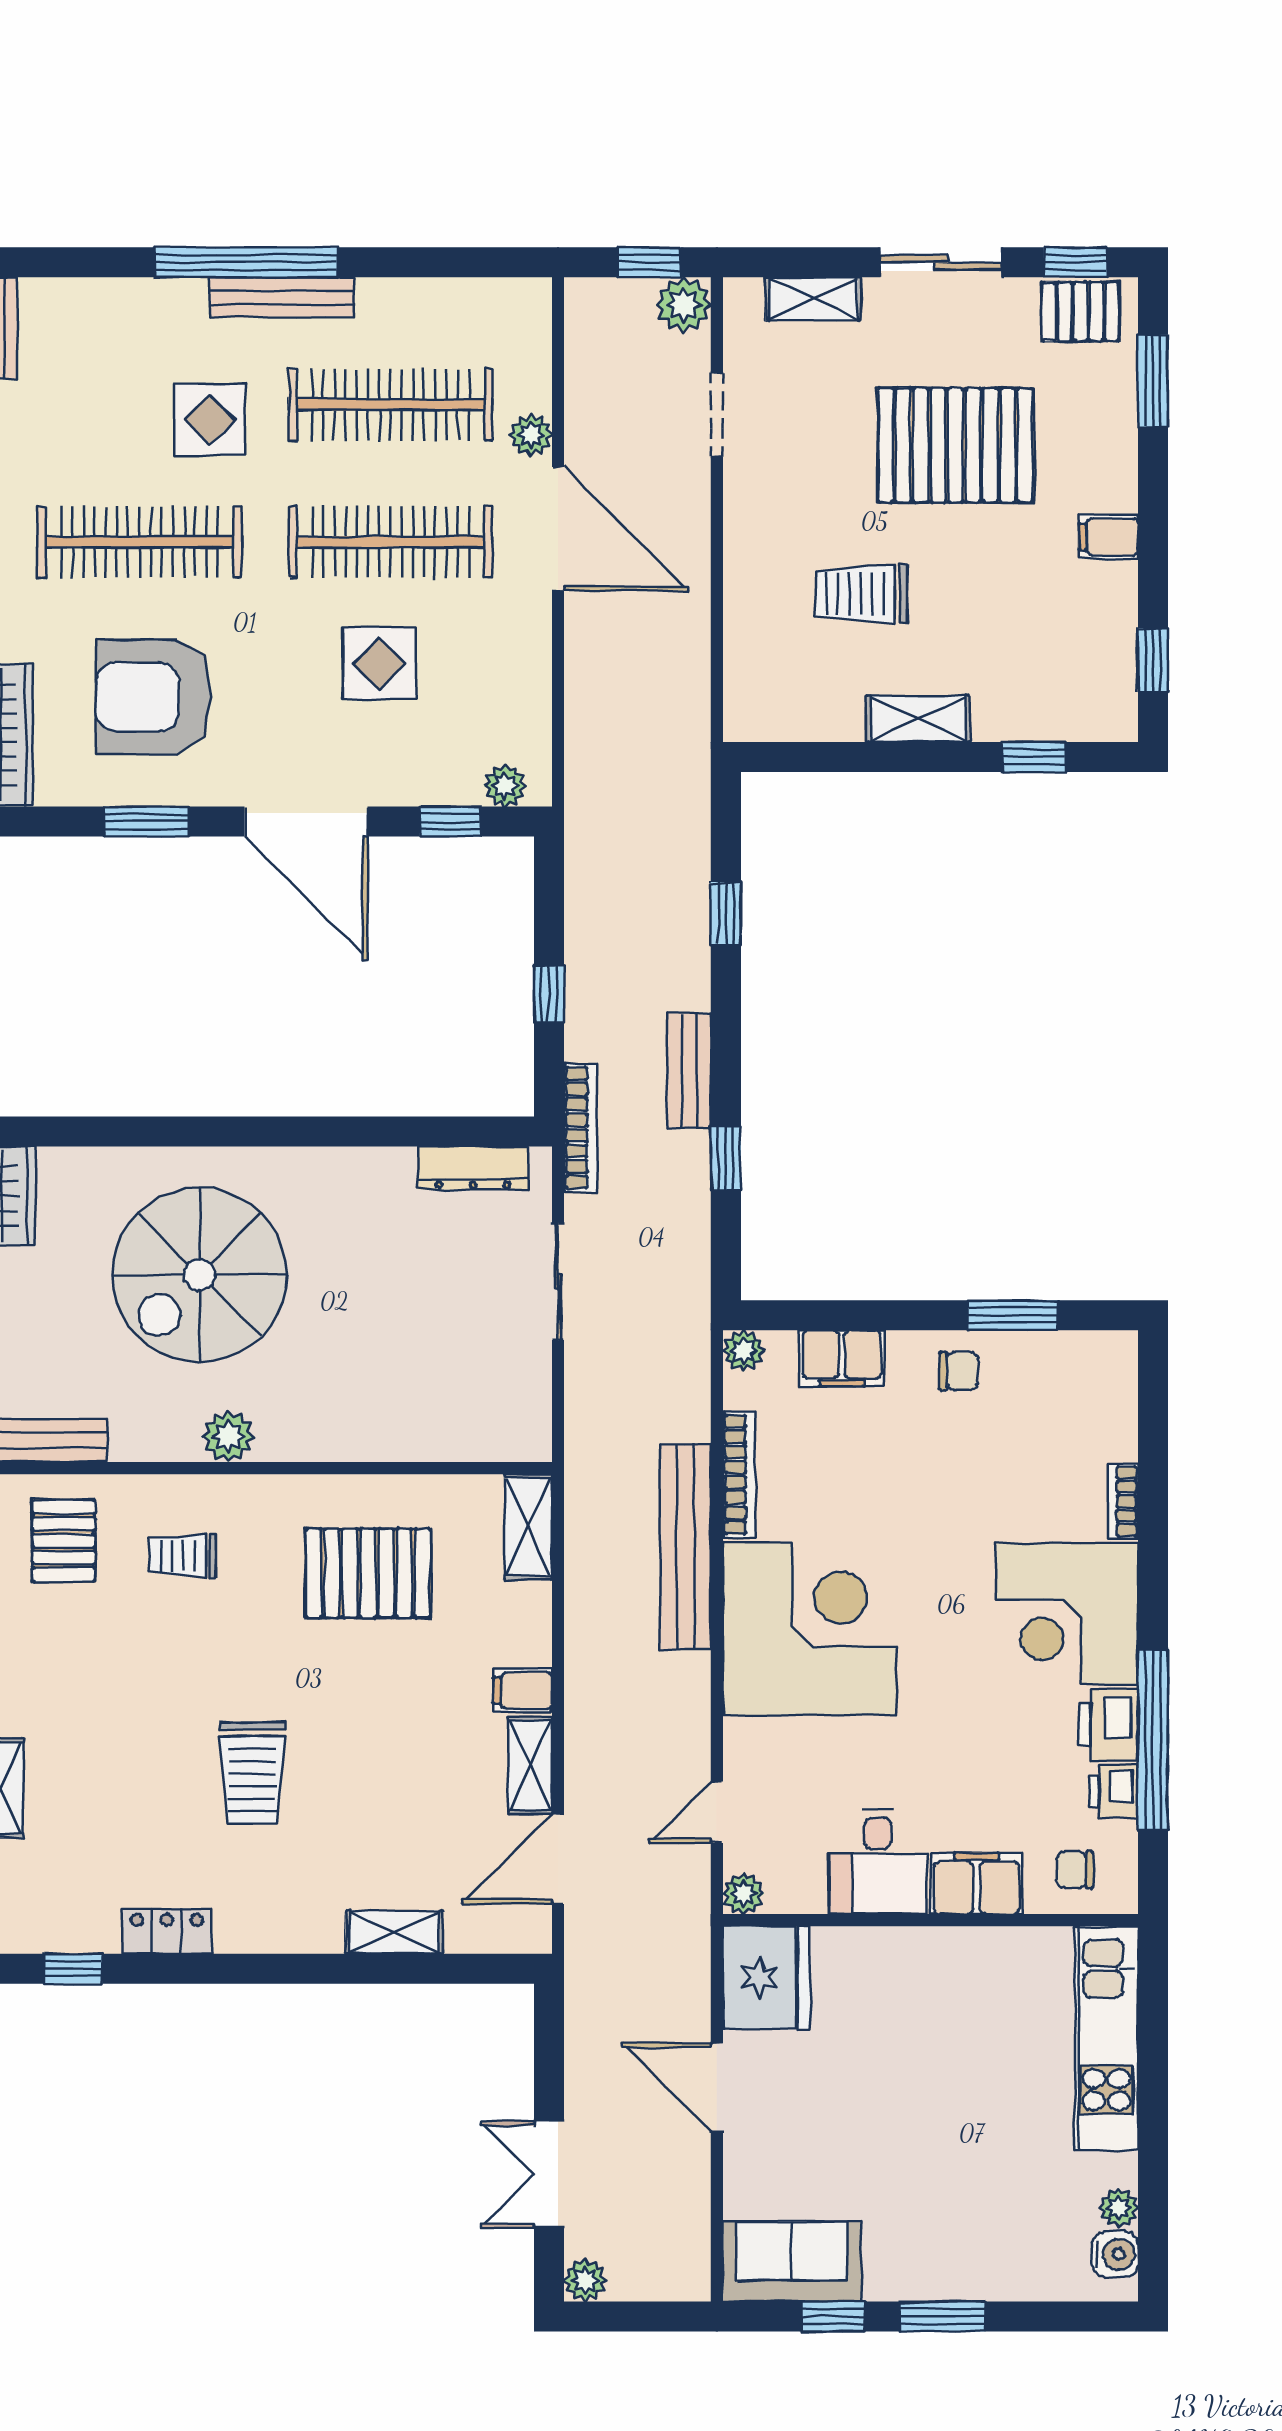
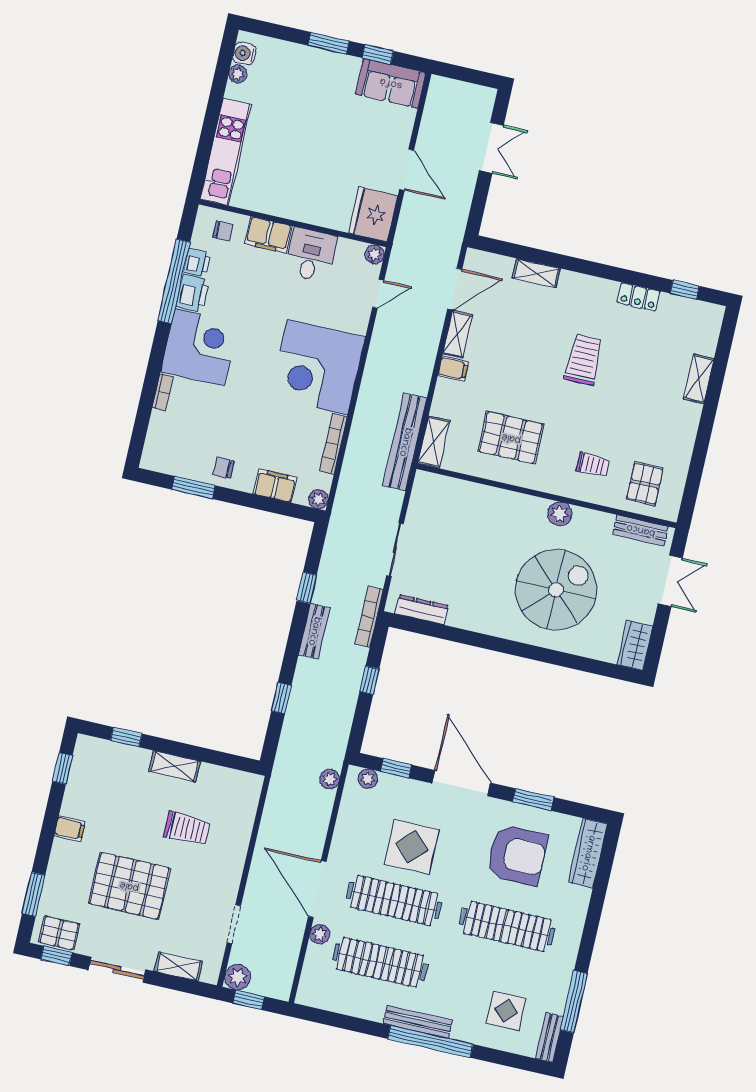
display table: (210, 420) -> (506, 1011), moved
display table: (379, 663) -> (412, 847), width x1.36, depth x1.36
bench: (685, 1547) -> (405, 442), moved
plant: (585, 2280) -> (330, 779), moved

